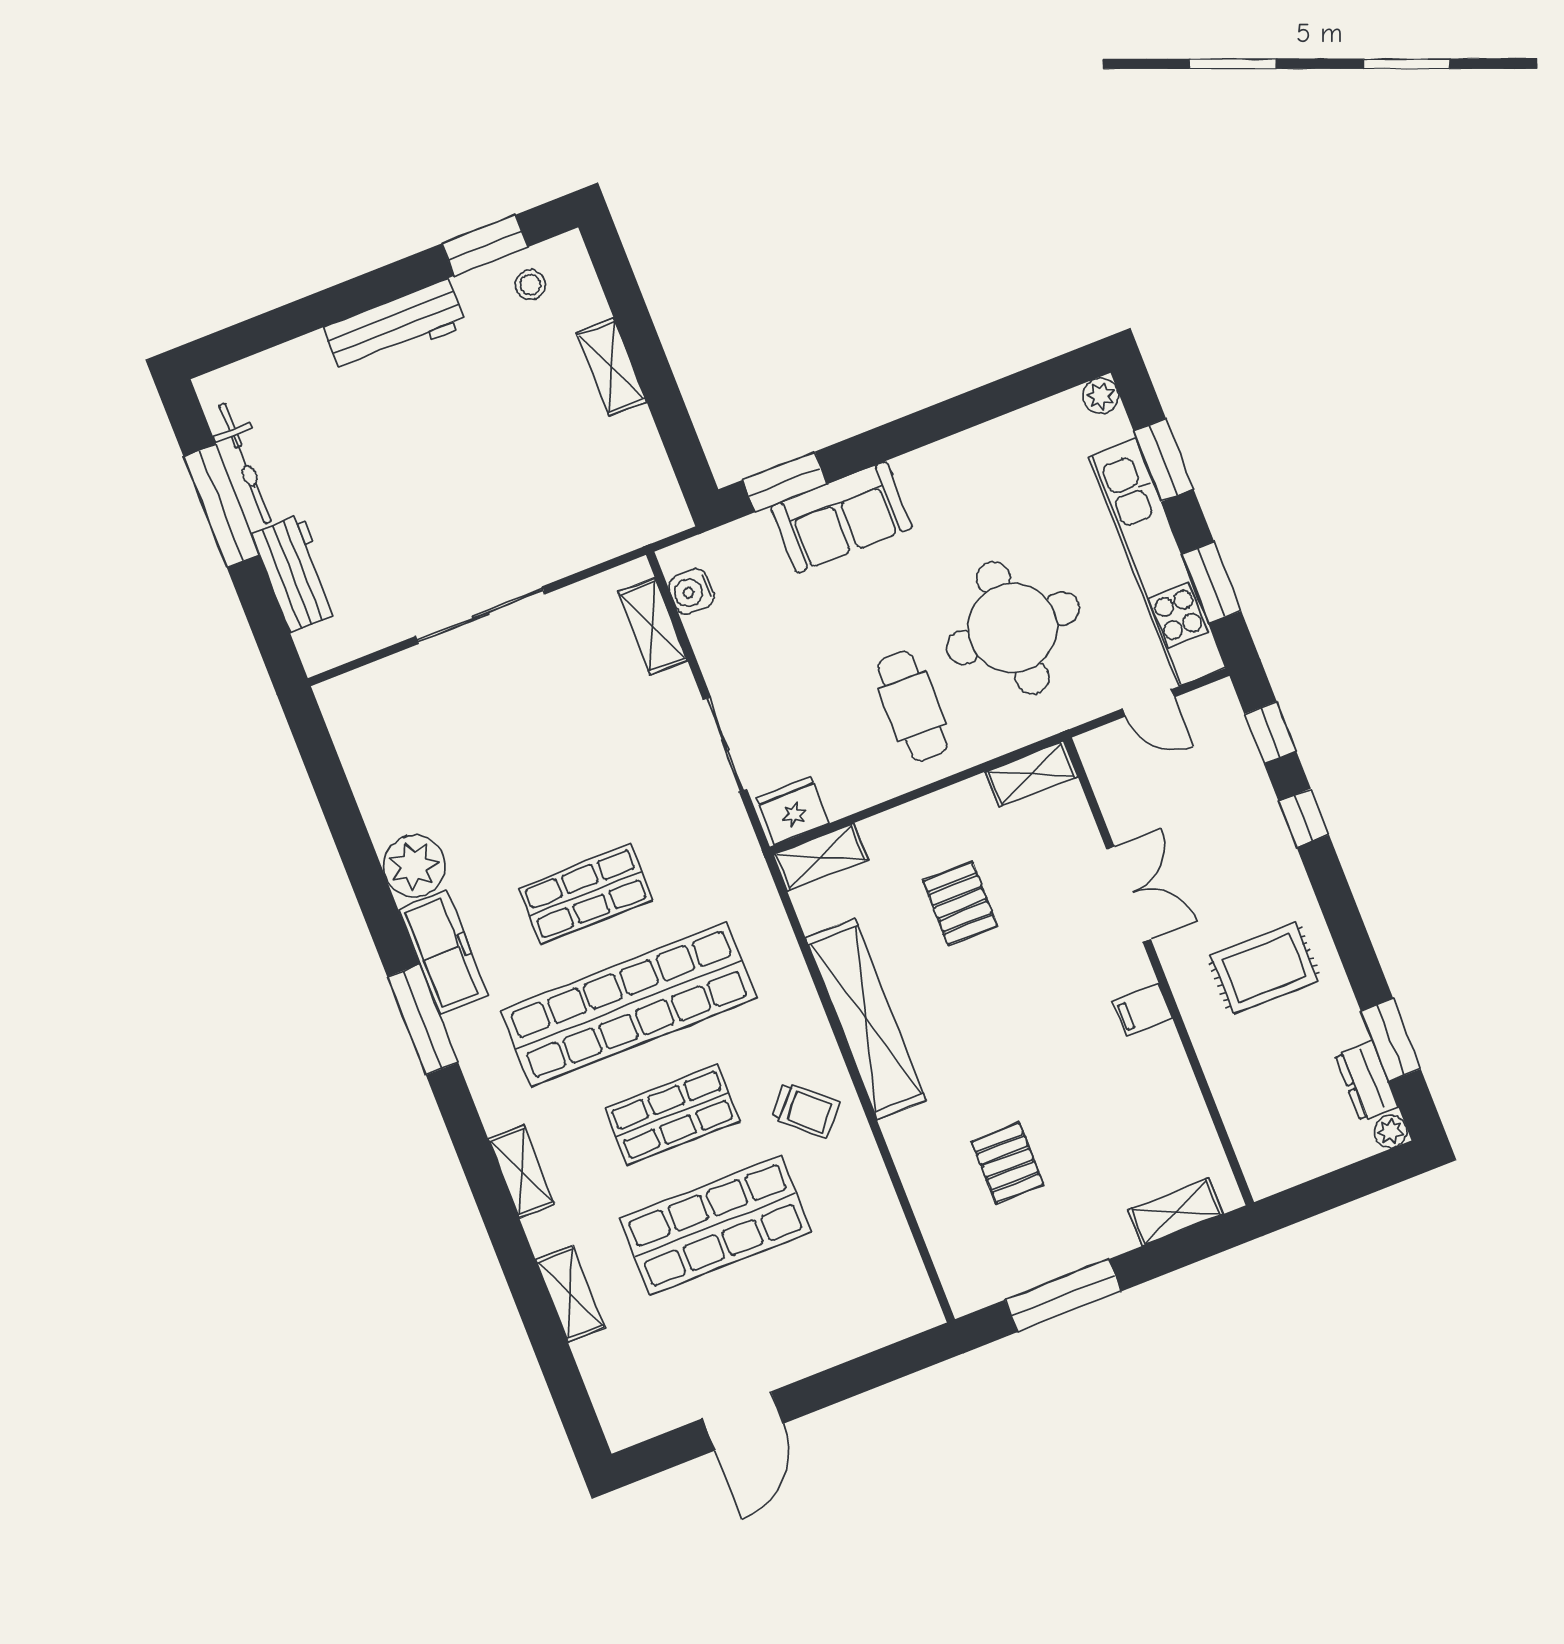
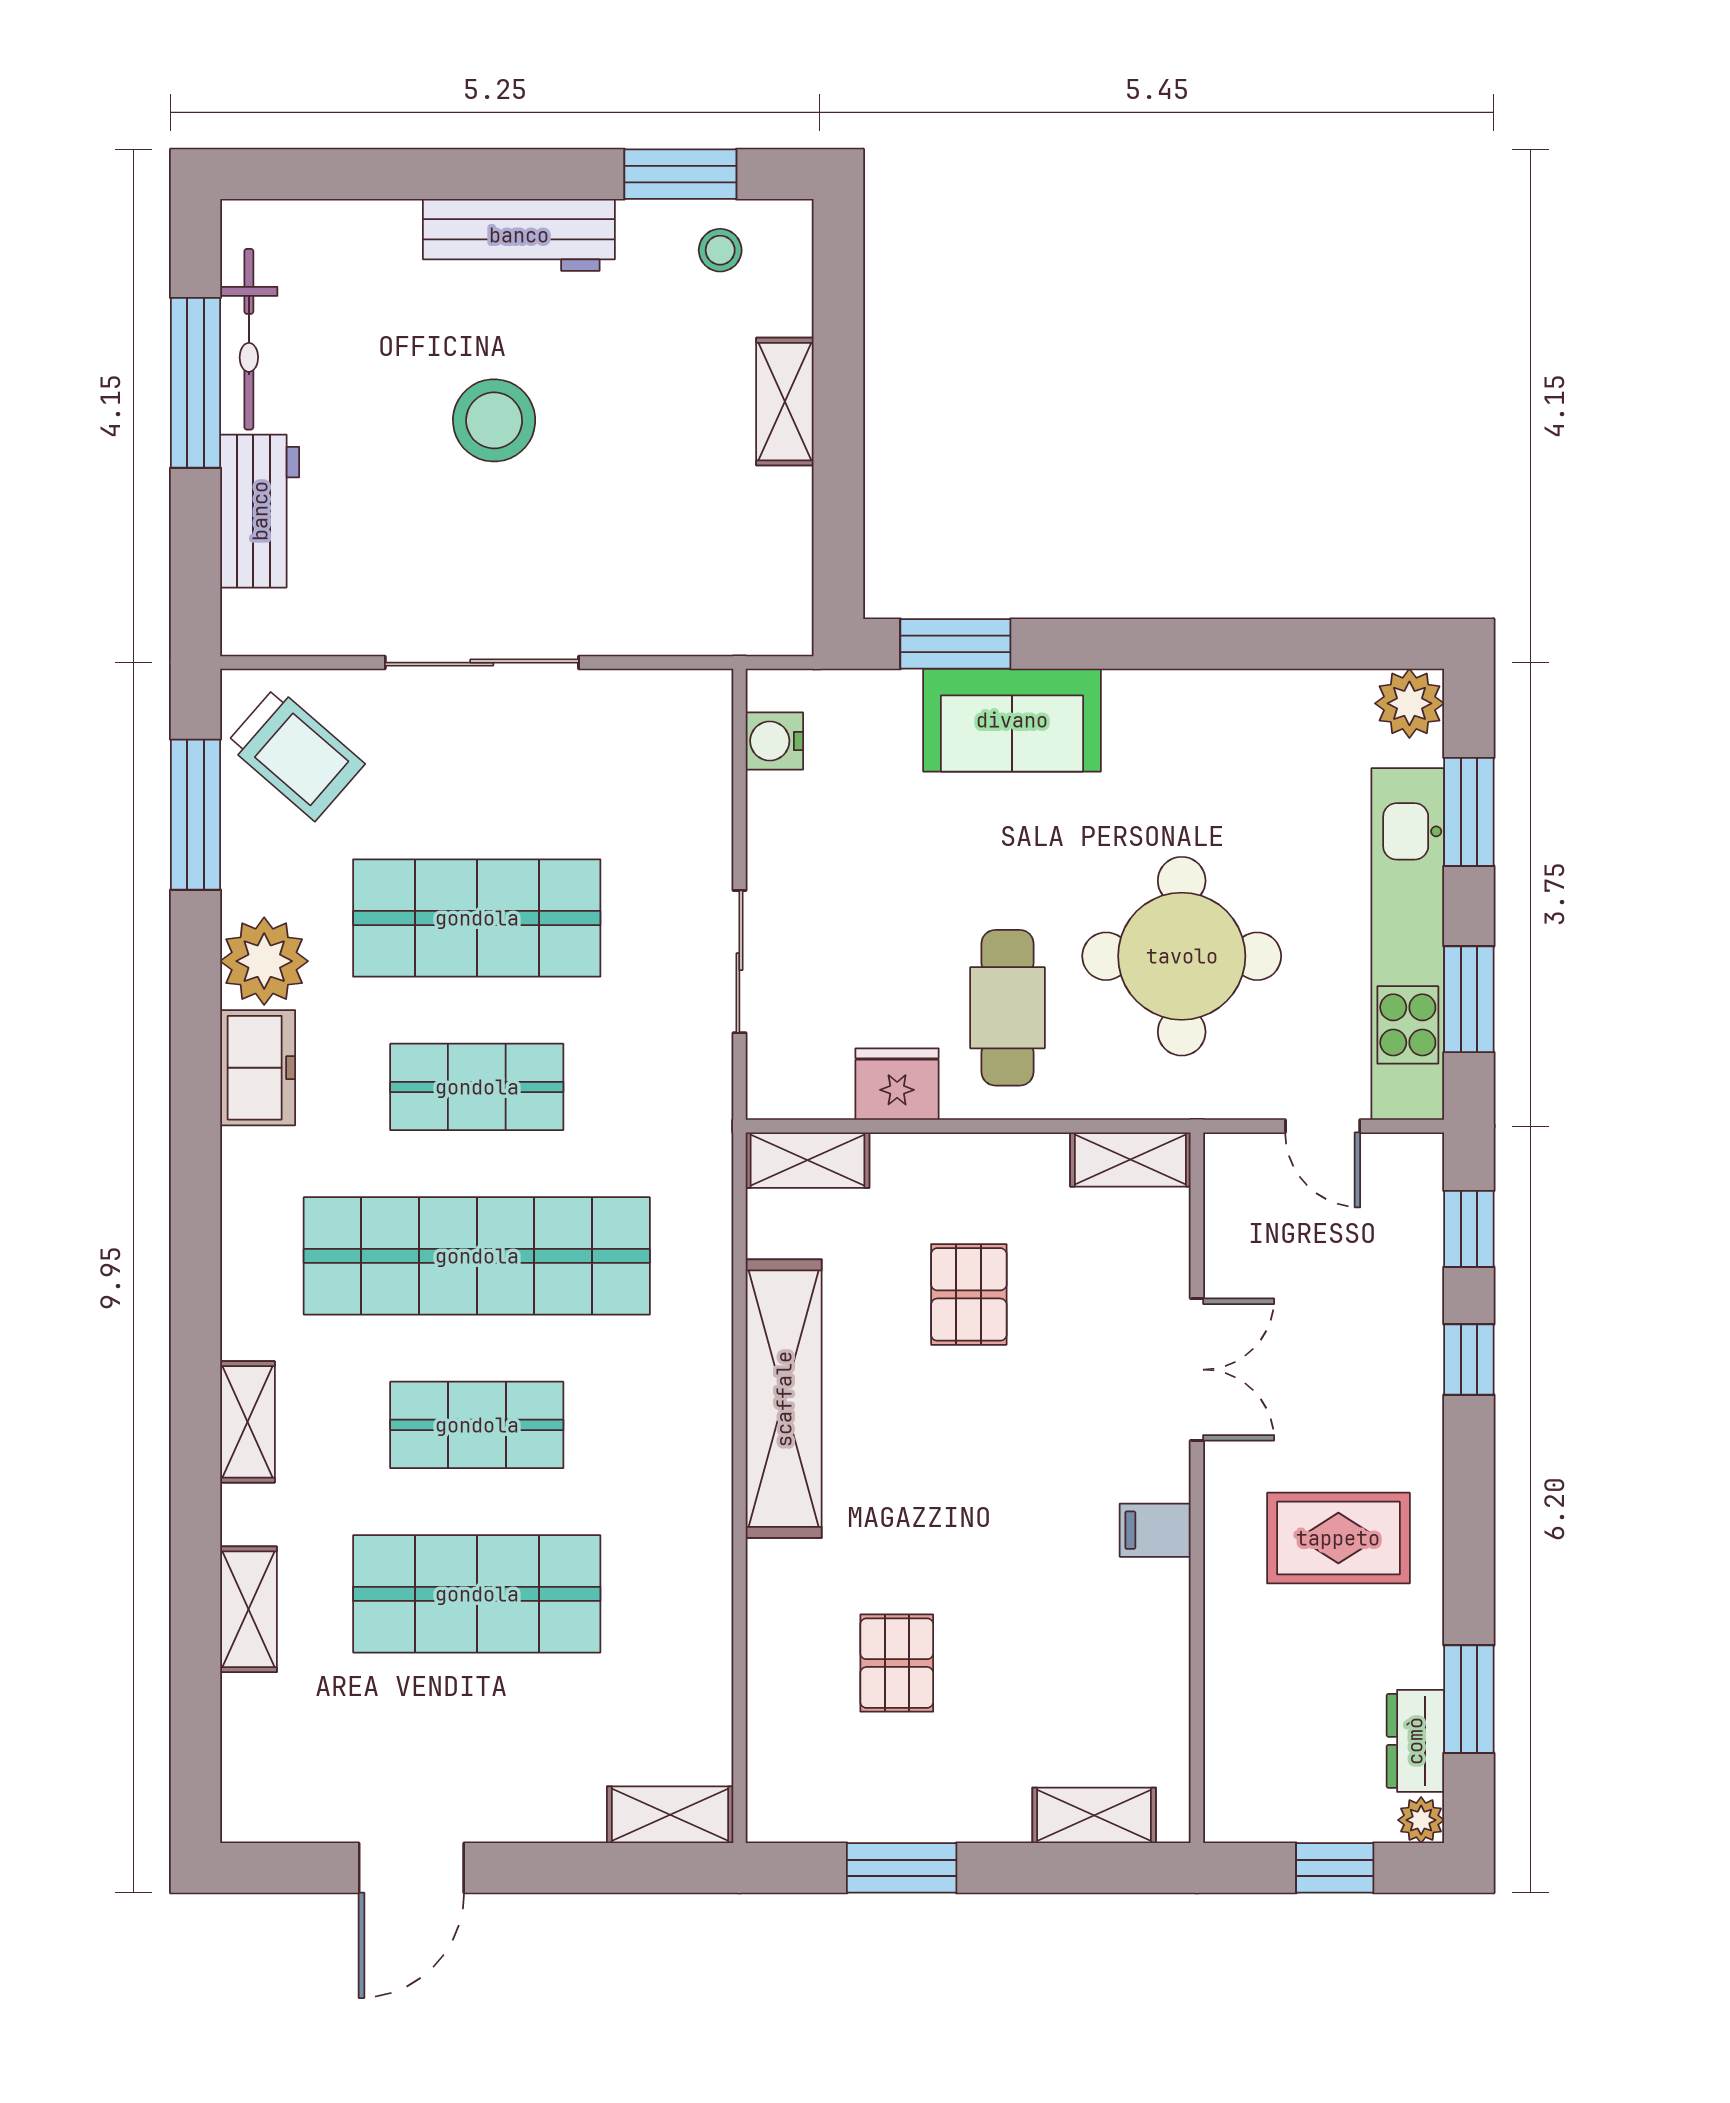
plant: (1101, 396) -> (1409, 703), width x1.38, depth x1.38
stool: (426, 454) -> (494, 420), added
shelving: (653, 626) -> (670, 1815), moved, turned 90
shop shelf: (542, 784) -> (477, 918), added
fridge: (792, 811) -> (897, 1084), moved
freezer: (443, 953) -> (258, 1068), width x0.71
window: (423, 1020) -> (195, 815), moved
trolley: (806, 1110) -> (295, 754), moved, width x1.36, depth x1.39
window: (1346, 1185) -> (1335, 1868), added
window: (1063, 1296) -> (902, 1868), width x0.69

